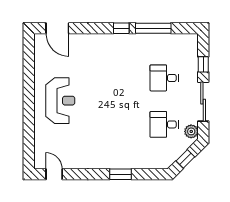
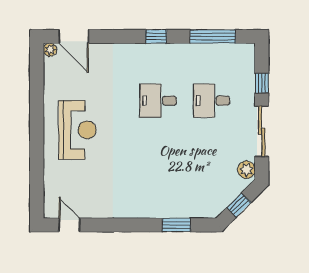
window: (153, 28) -> (213, 36), moved
plant: (39, 38) -> (50, 50), added
desk: (164, 124) -> (158, 101), moved
window: (120, 174) -> (176, 225), moved

